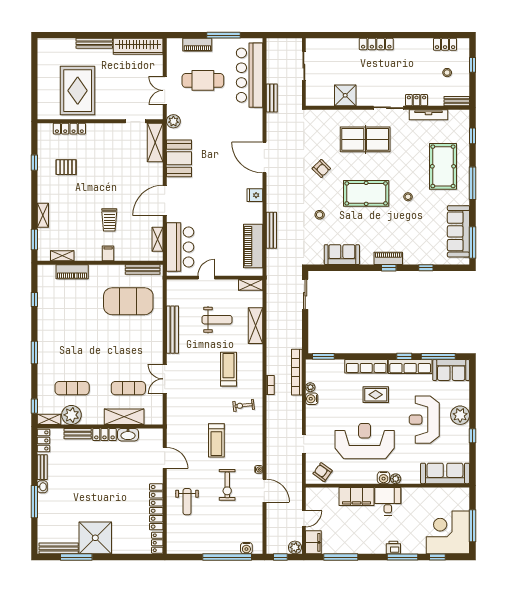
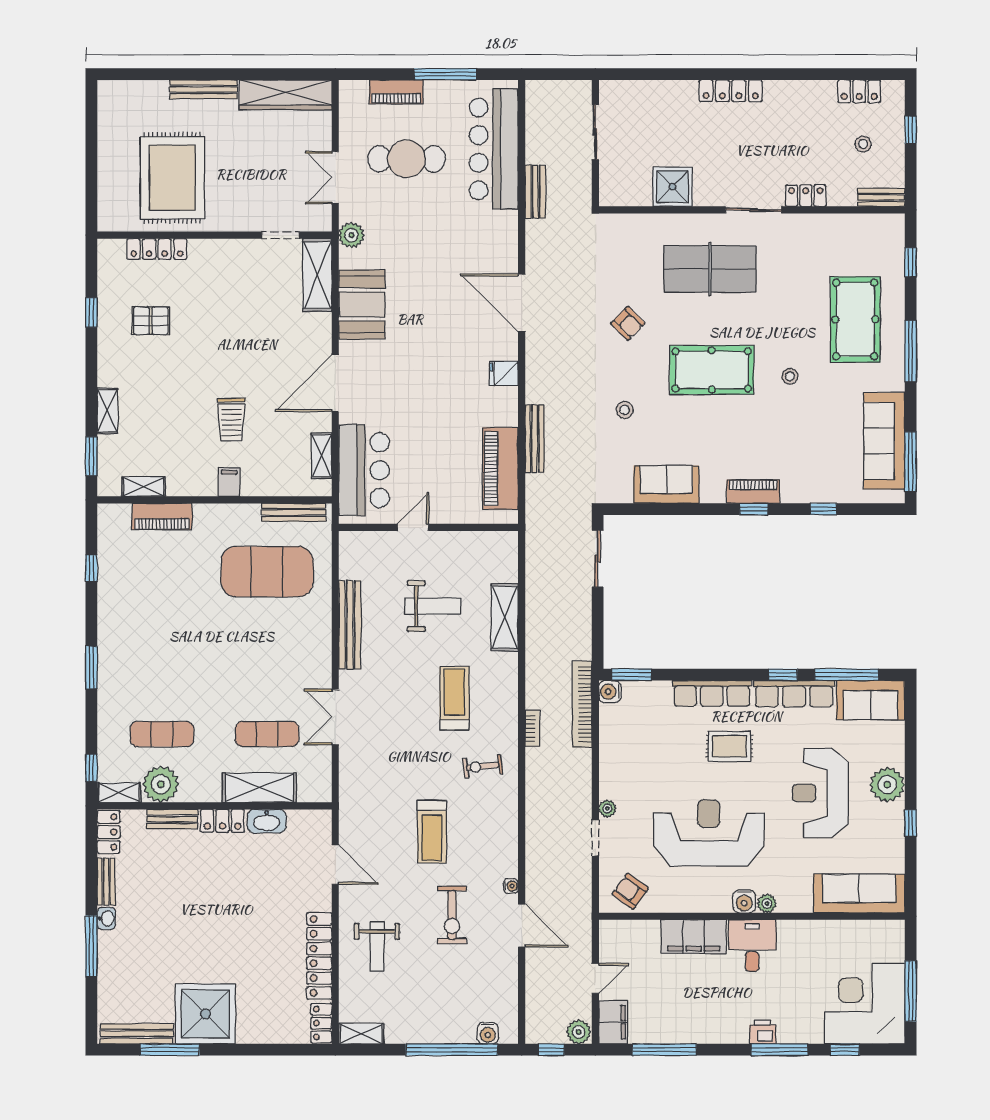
tv unit: (428, 115) -> (828, 223), removed
shelving: (251, 285) -> (361, 1034), moved
plant: (310, 387) -> (607, 809), moved
water cooler: (312, 399) -> (610, 692), moved

